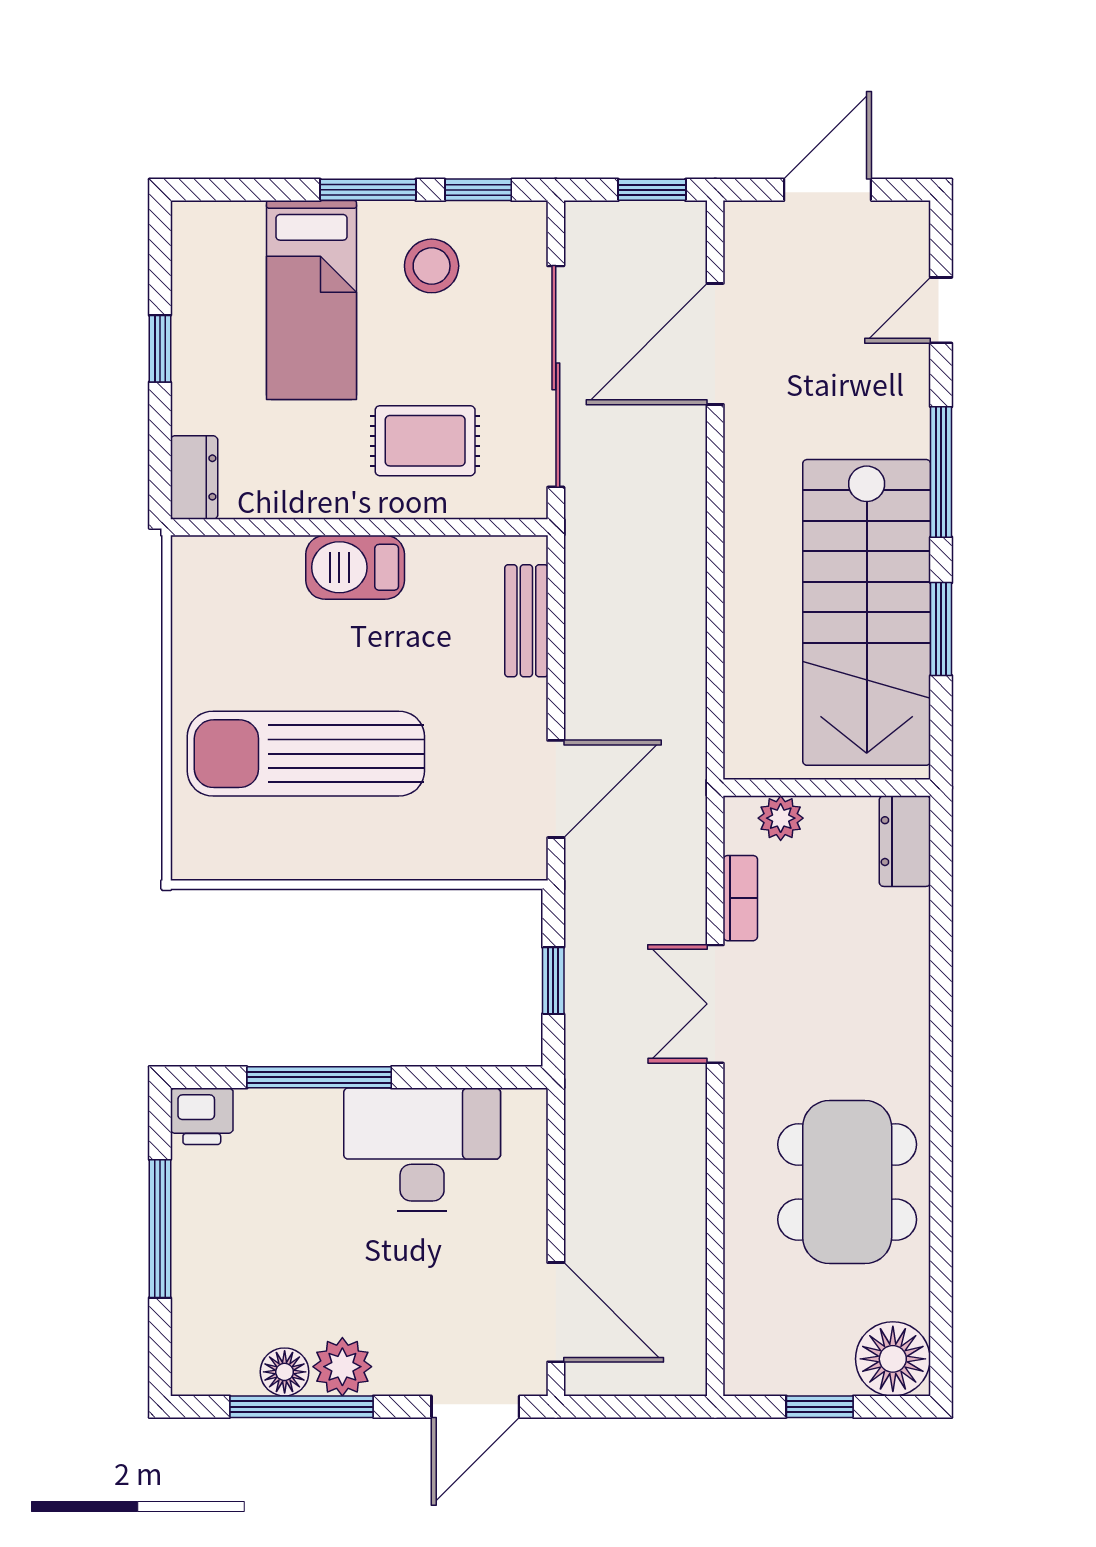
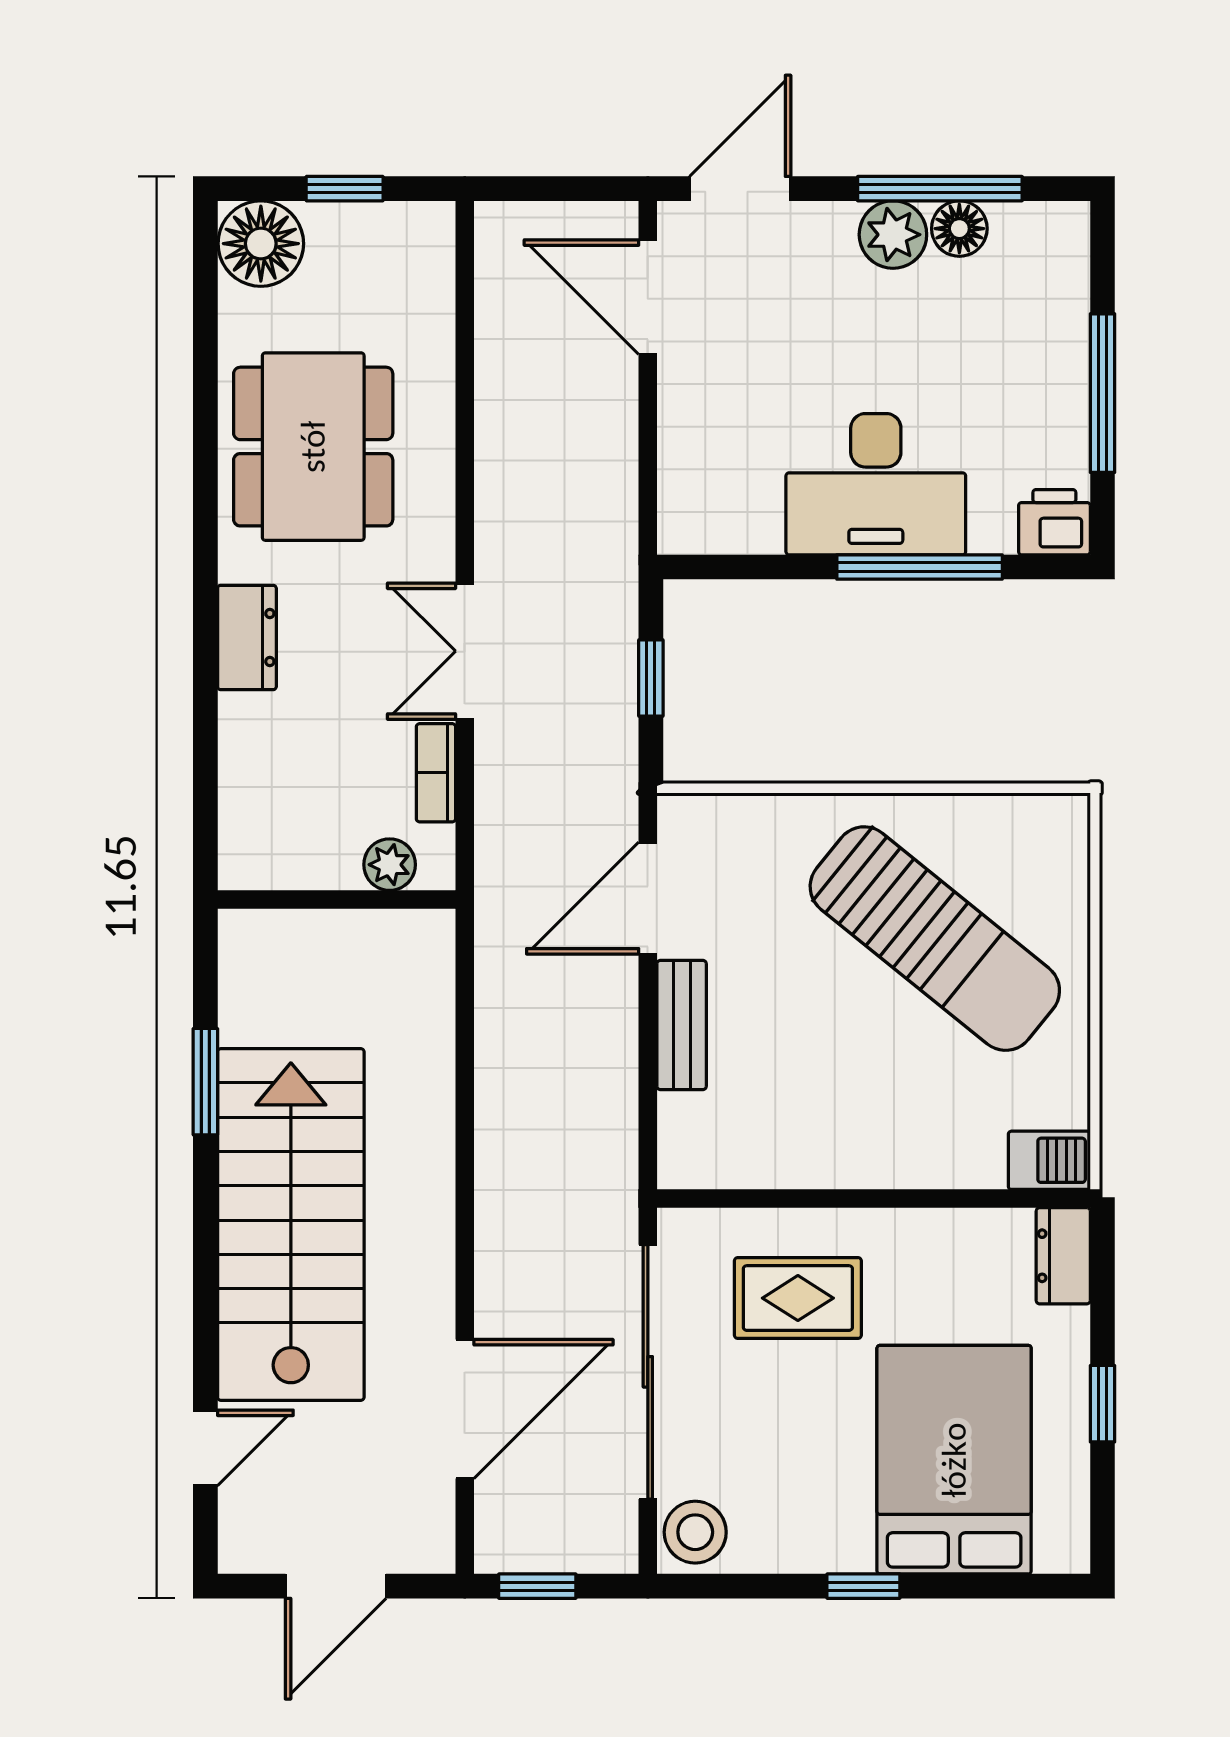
window: (368, 190) -> (863, 1586), width x0.67
window: (478, 190) -> (737, 1586), removed
stool: (432, 266) -> (695, 1532), moved
bed: (312, 300) -> (954, 1460), width x1.50
window: (941, 472) -> (205, 1262), removed
barbecue: (355, 567) -> (1049, 1160), moved, width x0.73, depth x0.79
stairs: (867, 612) -> (291, 1224), moved
bench: (526, 621) -> (682, 1025), moved
sun lounger: (306, 754) -> (935, 939), turned 39
dresser: (905, 841) -> (247, 637), moved
double door: (715, 1004) -> (465, 651), swing flipped
desk: (422, 1149) -> (876, 484), moved

